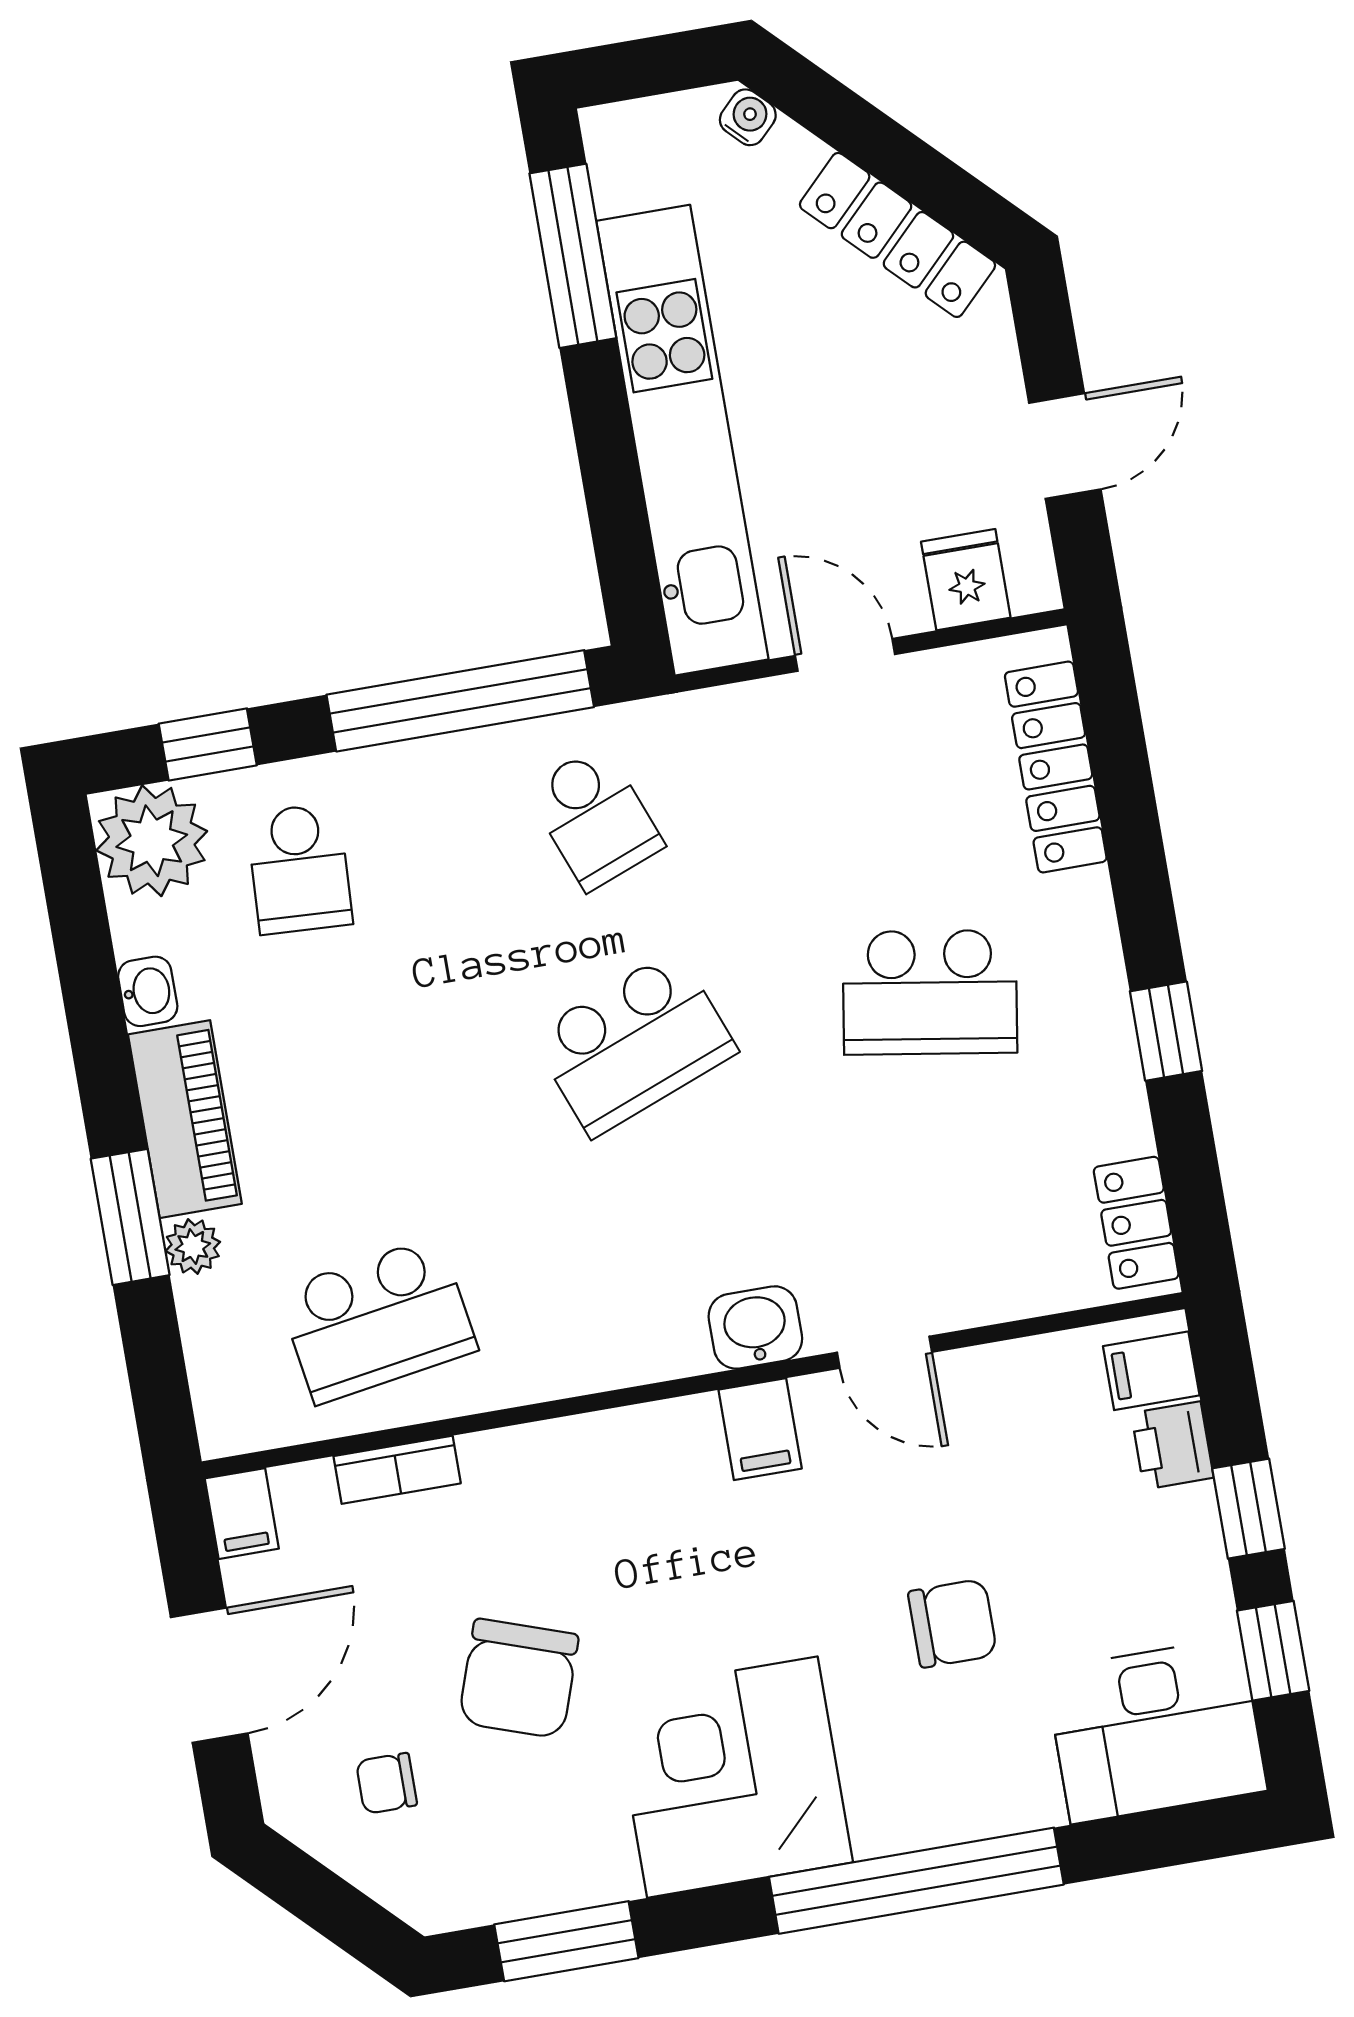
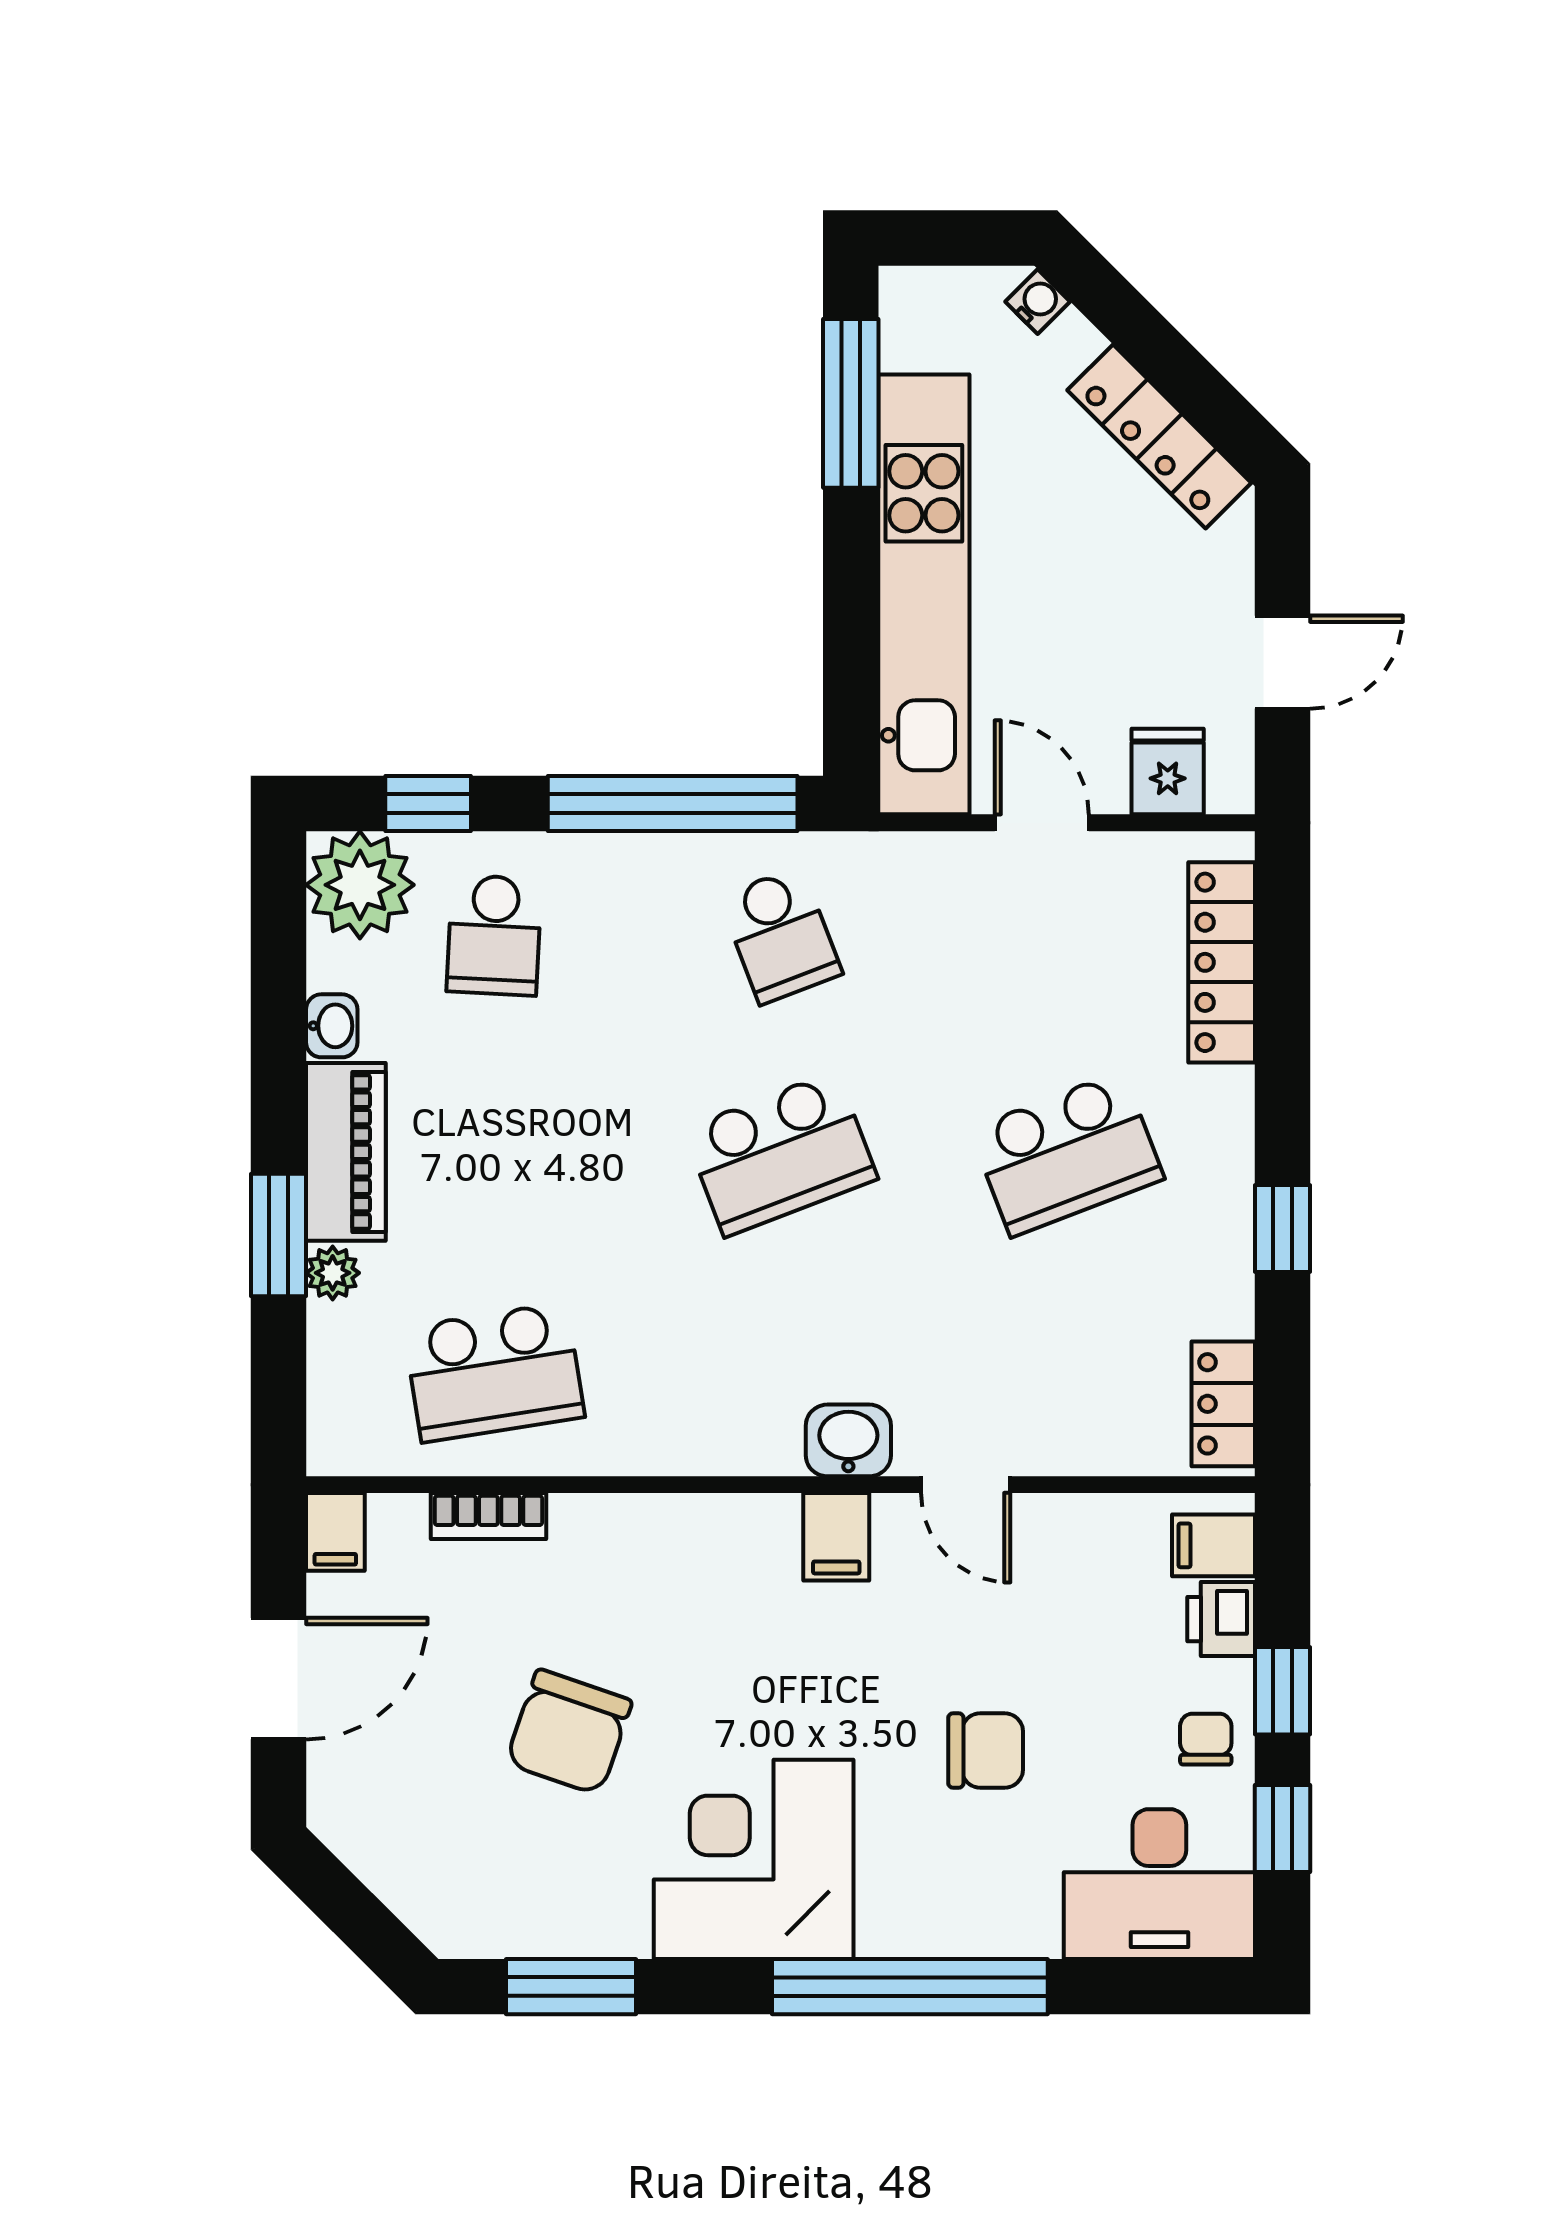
school desk: (930, 992) -> (1067, 1154), turned -30
chair: (387, 1783) -> (1206, 1739), moved, turned 90

